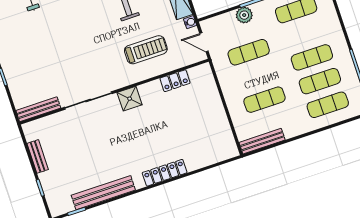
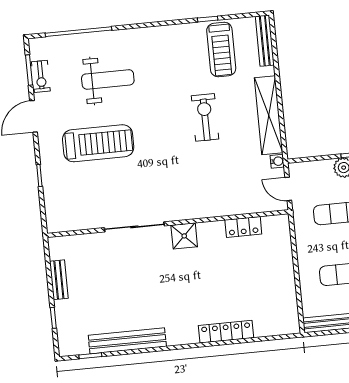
treadmill: (146, 50) -> (98, 143), moved, width x1.37, depth x1.38
bench: (38, 109) -> (73, 224), removed
locker: (165, 173) -> (226, 332), moved

